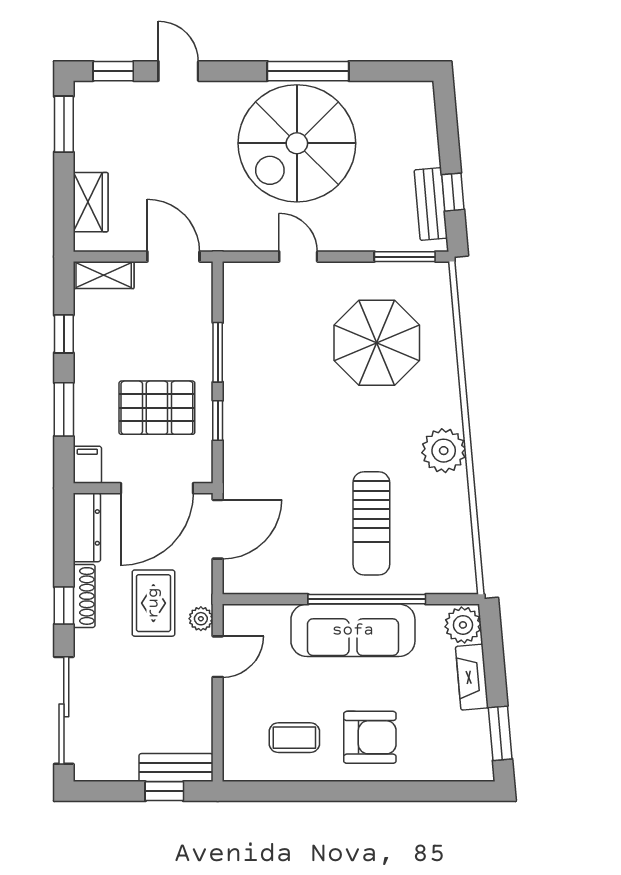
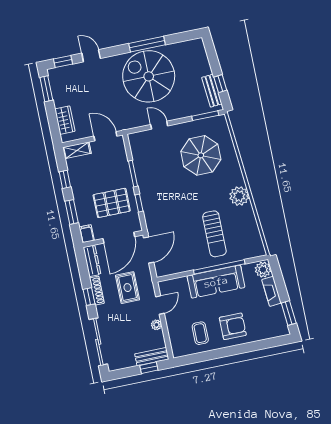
spiral stairs: (297, 143) -> (149, 76), turned 90
plant: (201, 619) -> (156, 325), moved
coffee table: (294, 738) -> (200, 333), turned 90

